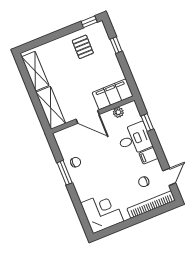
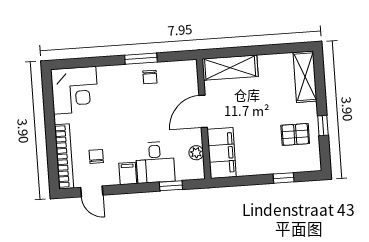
window: (89, 22) -> (323, 126), moved
shelving: (35, 71) -> (305, 77), moved, turned 90

